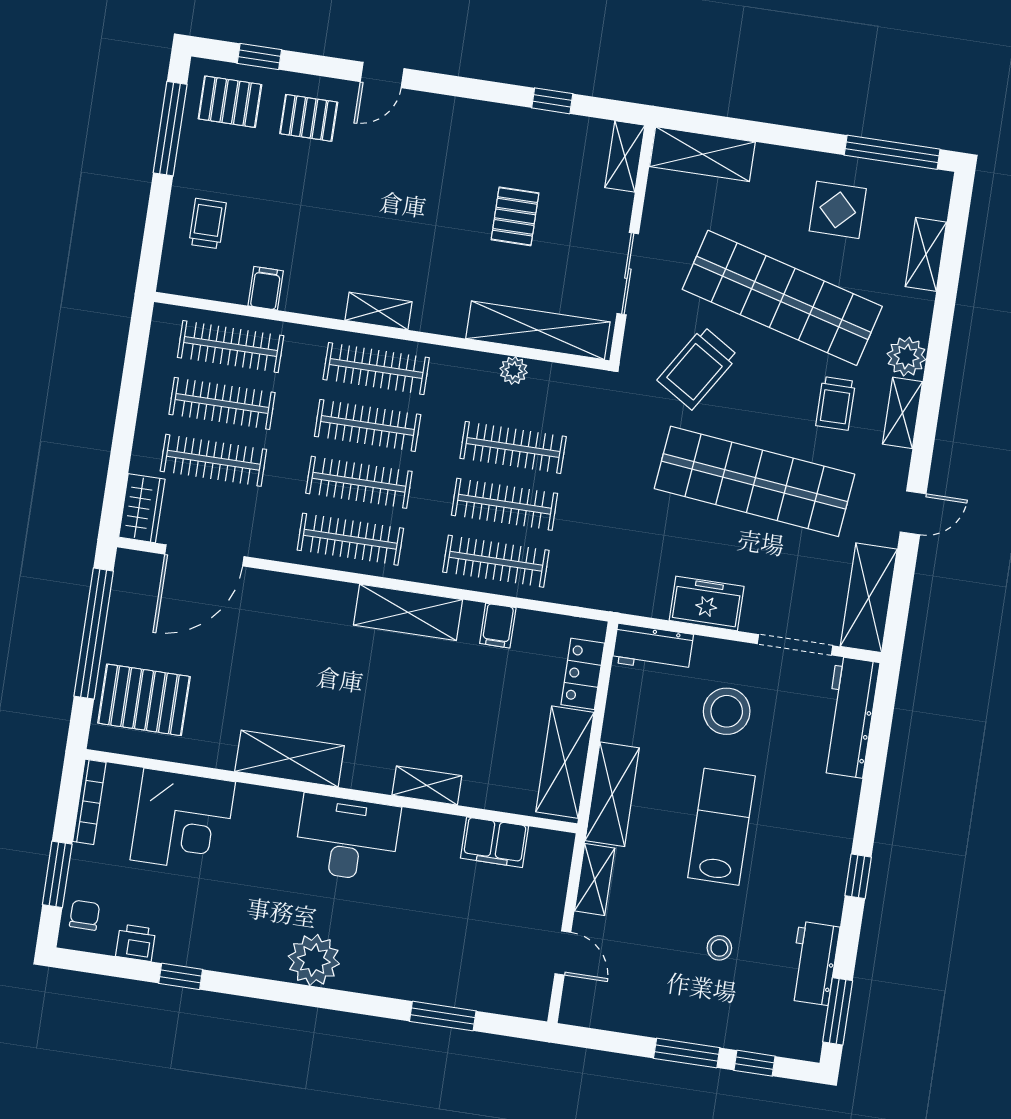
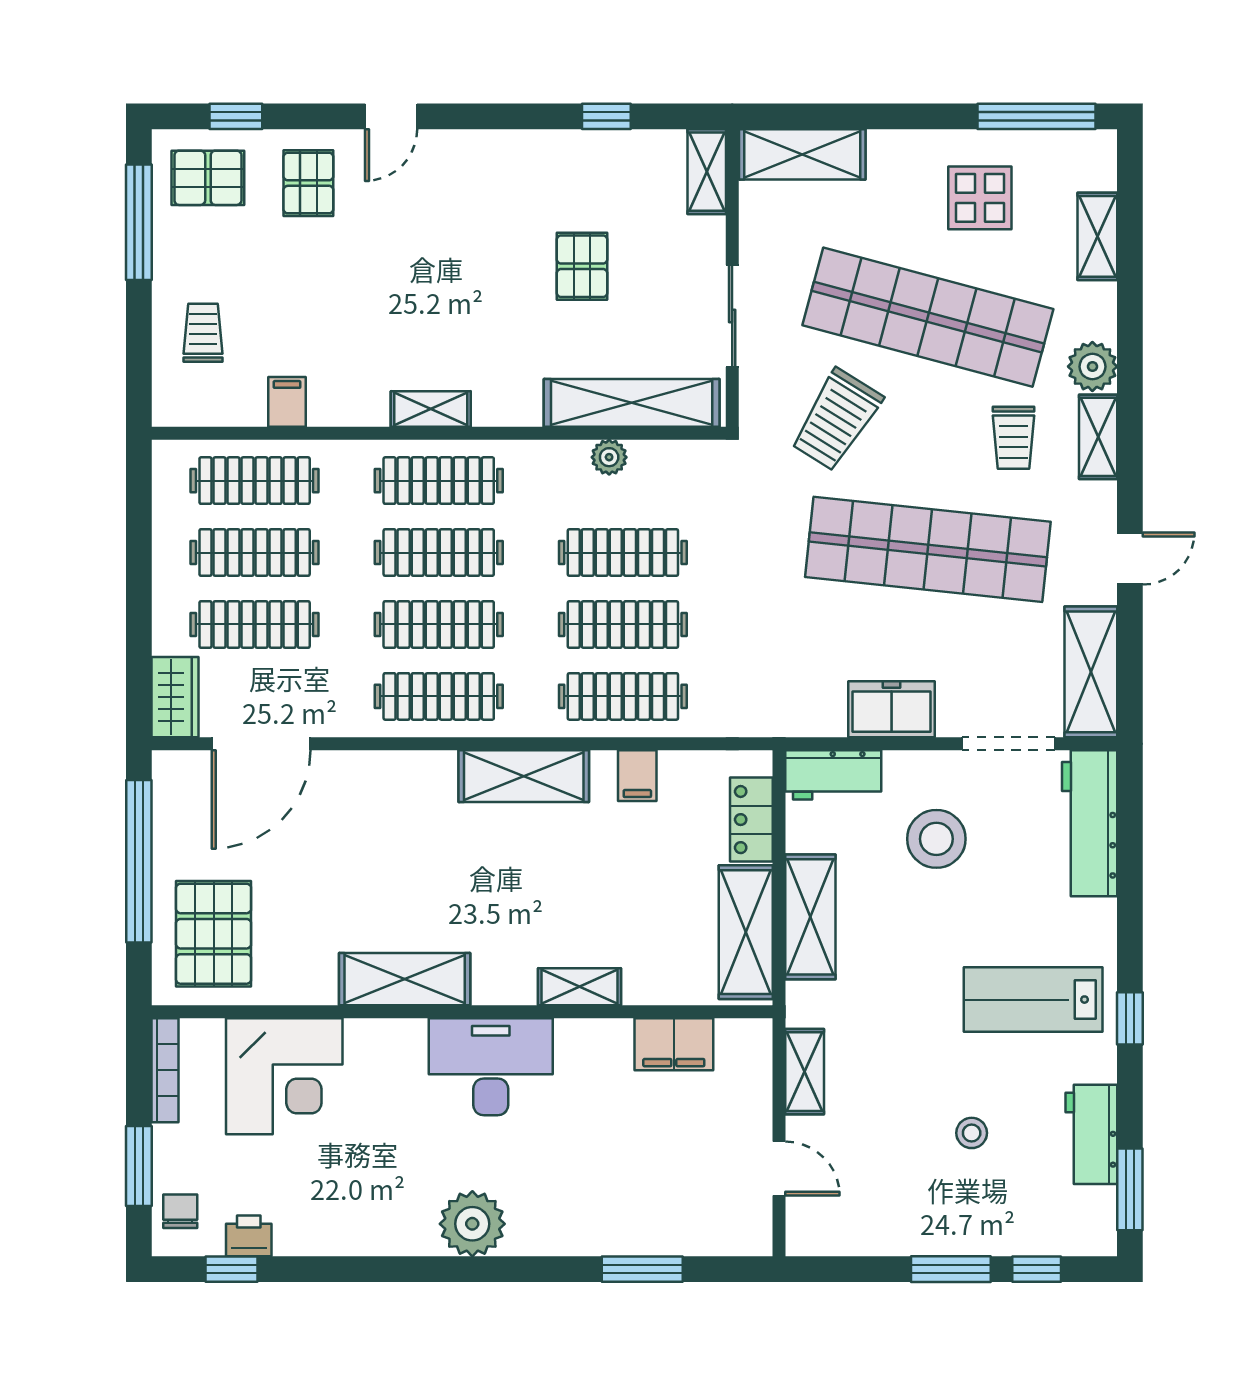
pallet: (309, 118) -> (308, 183), turned 90
pallet: (144, 700) -> (214, 934), turned 90
shelving: (612, 794) -> (810, 917), moved
lab bench: (721, 827) -> (1033, 1000), moved, turned -90
window: (181, 976) -> (231, 1269), moved

